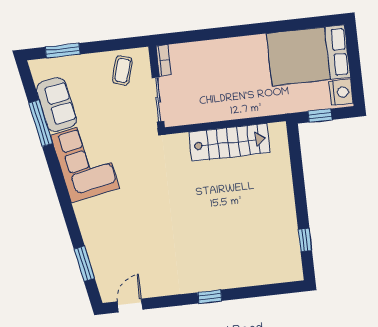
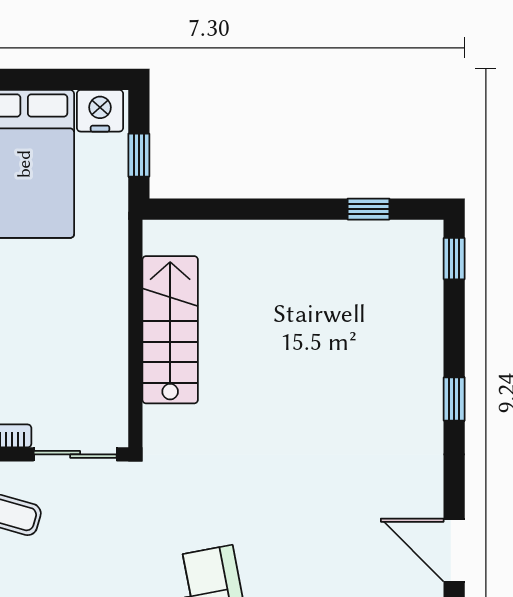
window: (284, 288) -> (454, 259), added
door: (130, 306) -> (454, 550), width x1.38

